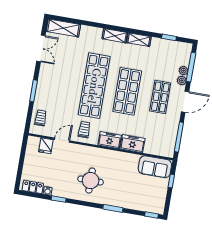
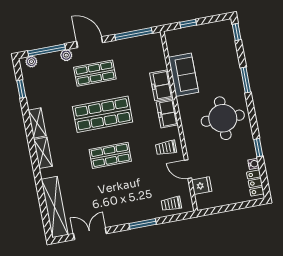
shelving: (63, 28) -> (55, 207), width x1.47
plant: (184, 71) -> (31, 62), moved
shop shelf: (94, 86) -> (110, 155), width x0.50, depth x0.74
sofa: (155, 167) -> (184, 75), moved
round table: (91, 181) -> (223, 118), width x1.36, depth x1.36

